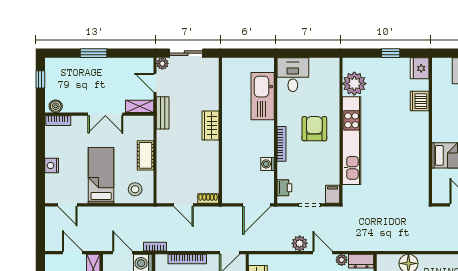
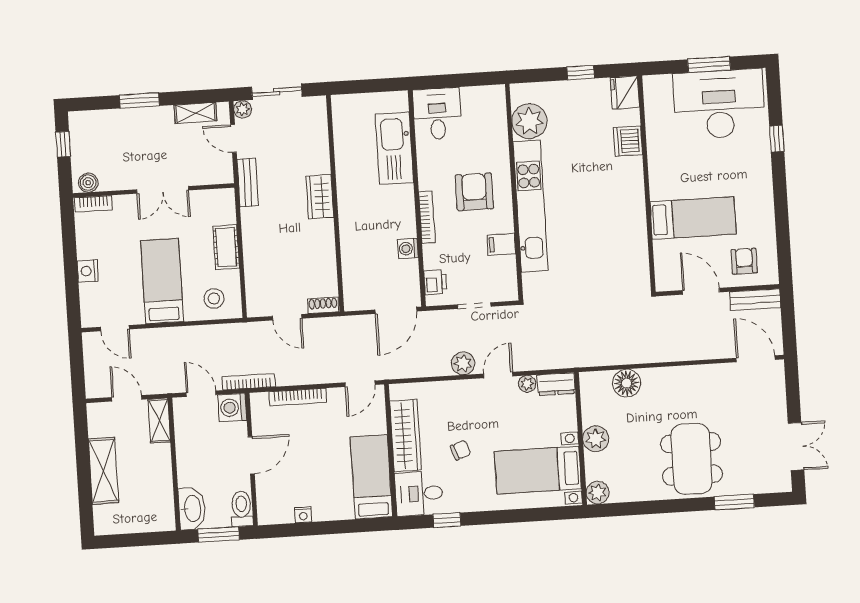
shelving: (140, 106) -> (195, 113), moved
filing cabinet: (333, 194) -> (501, 244), moved, turned -90
bookcase: (155, 247) -> (249, 382), width x1.56
door: (323, 253) -> (498, 375), hinge flipped

